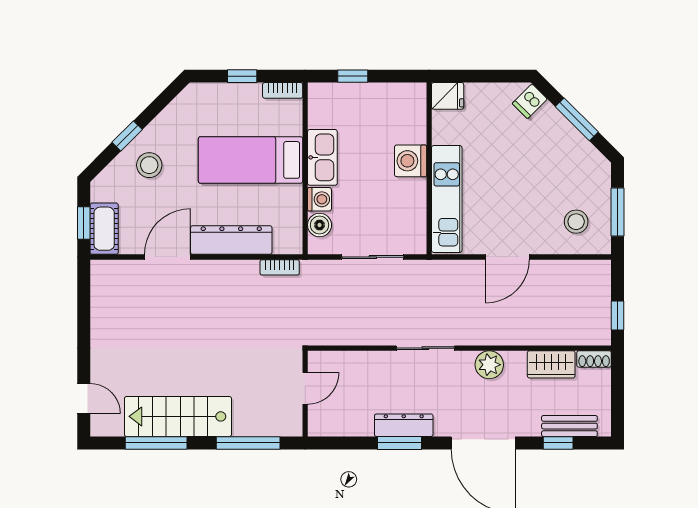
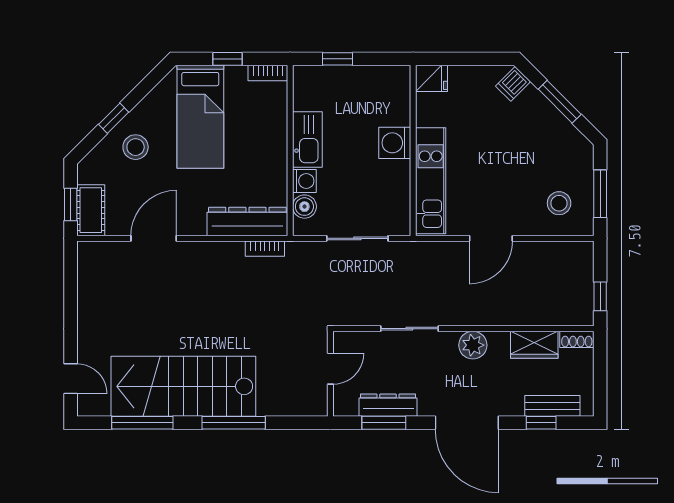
bed: (251, 160) -> (200, 117), moved, turned -90
dresser: (231, 240) -> (247, 221), moved
door: (305, 388) -> (330, 369), moved
wall: (305, 394) -> (330, 374), moved
stairs: (178, 416) -> (183, 386), width x1.36, depth x1.51

